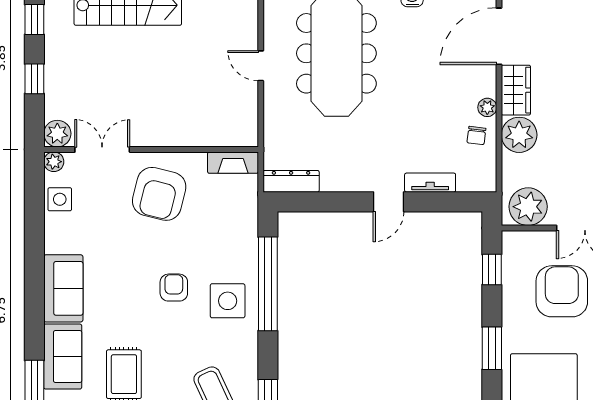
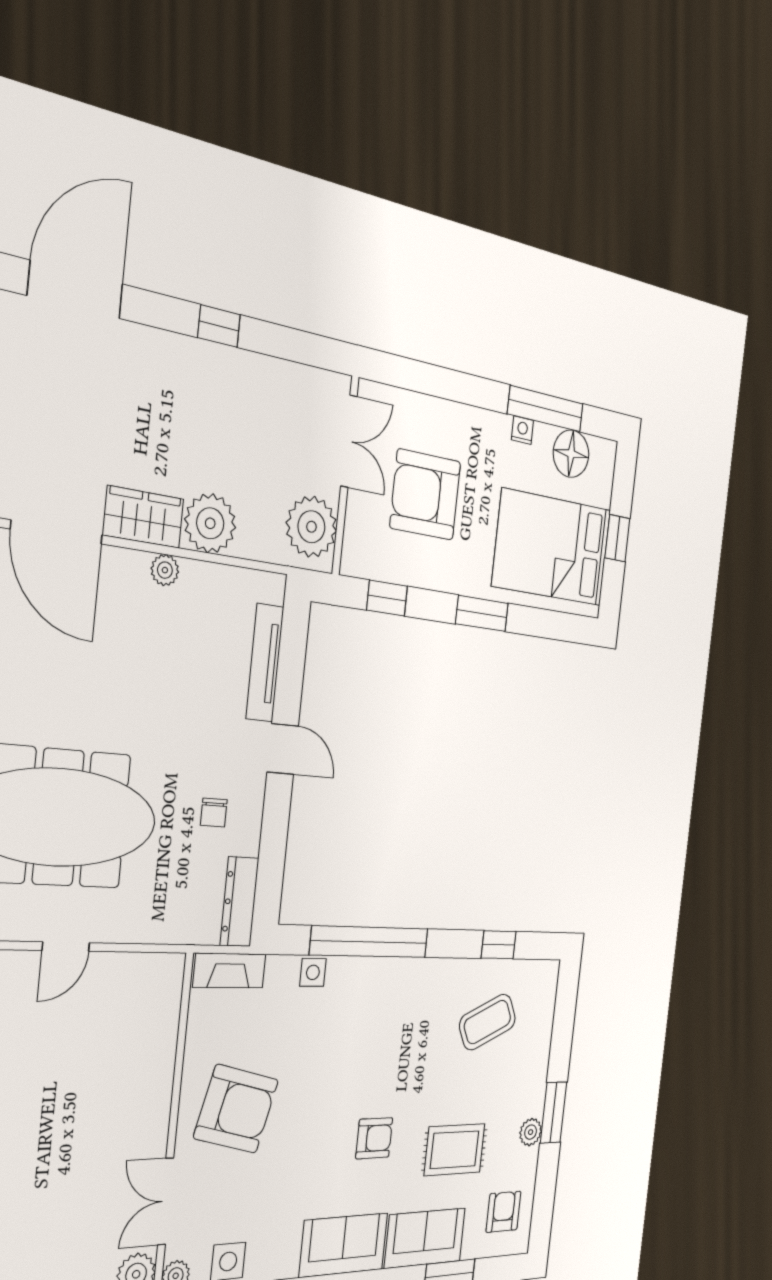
chair: (476, 135) -> (214, 813), moved, turned 83
fireplace: (233, 163) -> (229, 971), moved, turned 90
tv unit: (430, 183) -> (265, 663), width x1.41
armchair: (174, 288) -> (374, 1138), moved, turned 180
side table: (228, 301) -> (313, 972), moved, width x0.54, depth x0.54

